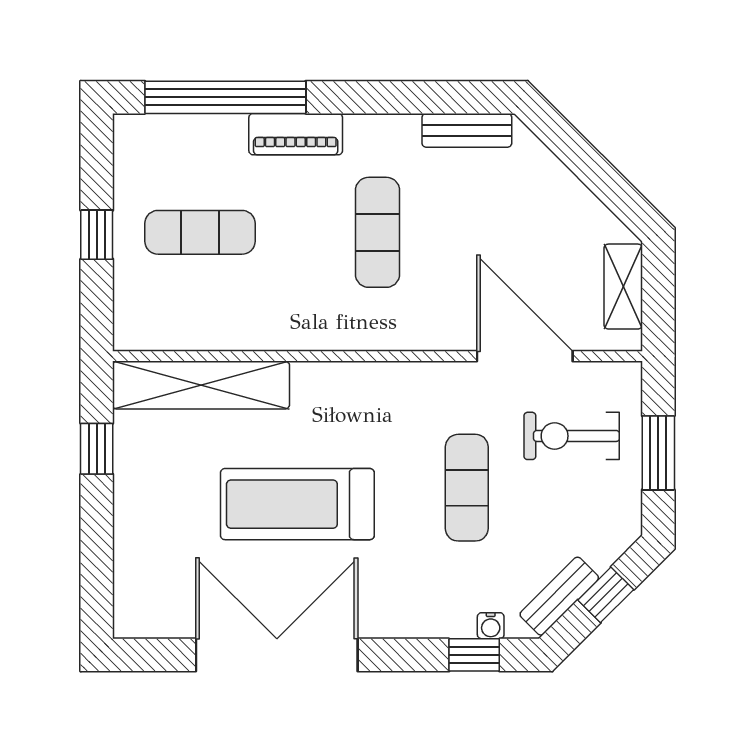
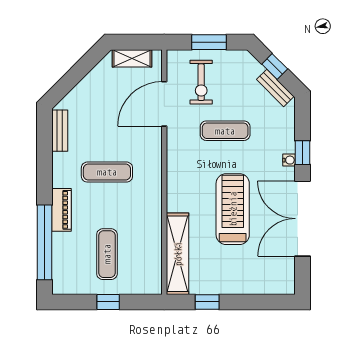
treadmill: (297, 504) -> (233, 209), turned 180
water cooler: (491, 626) -> (289, 160), moved
window: (474, 655) -> (302, 153), moved

